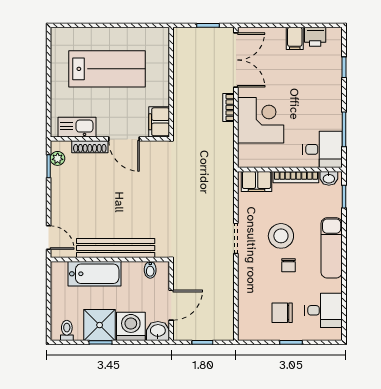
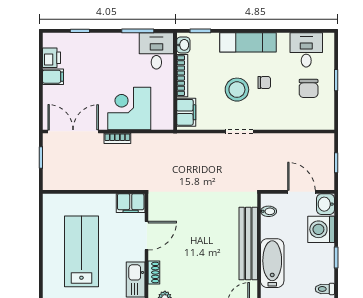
shoe rack: (90, 147) -> (154, 273), width x0.70
shower: (100, 325) -> (320, 258), removed

